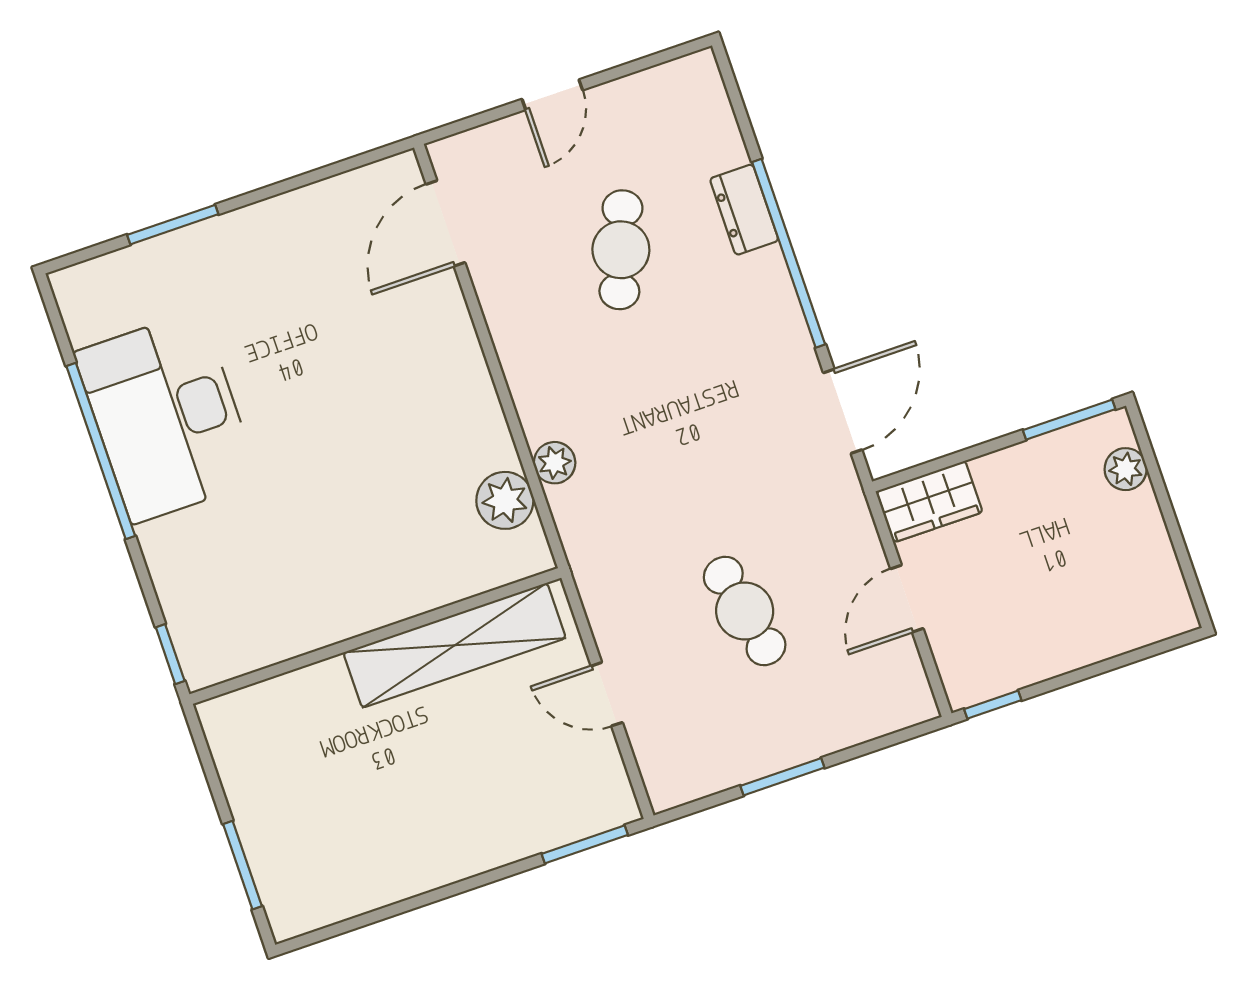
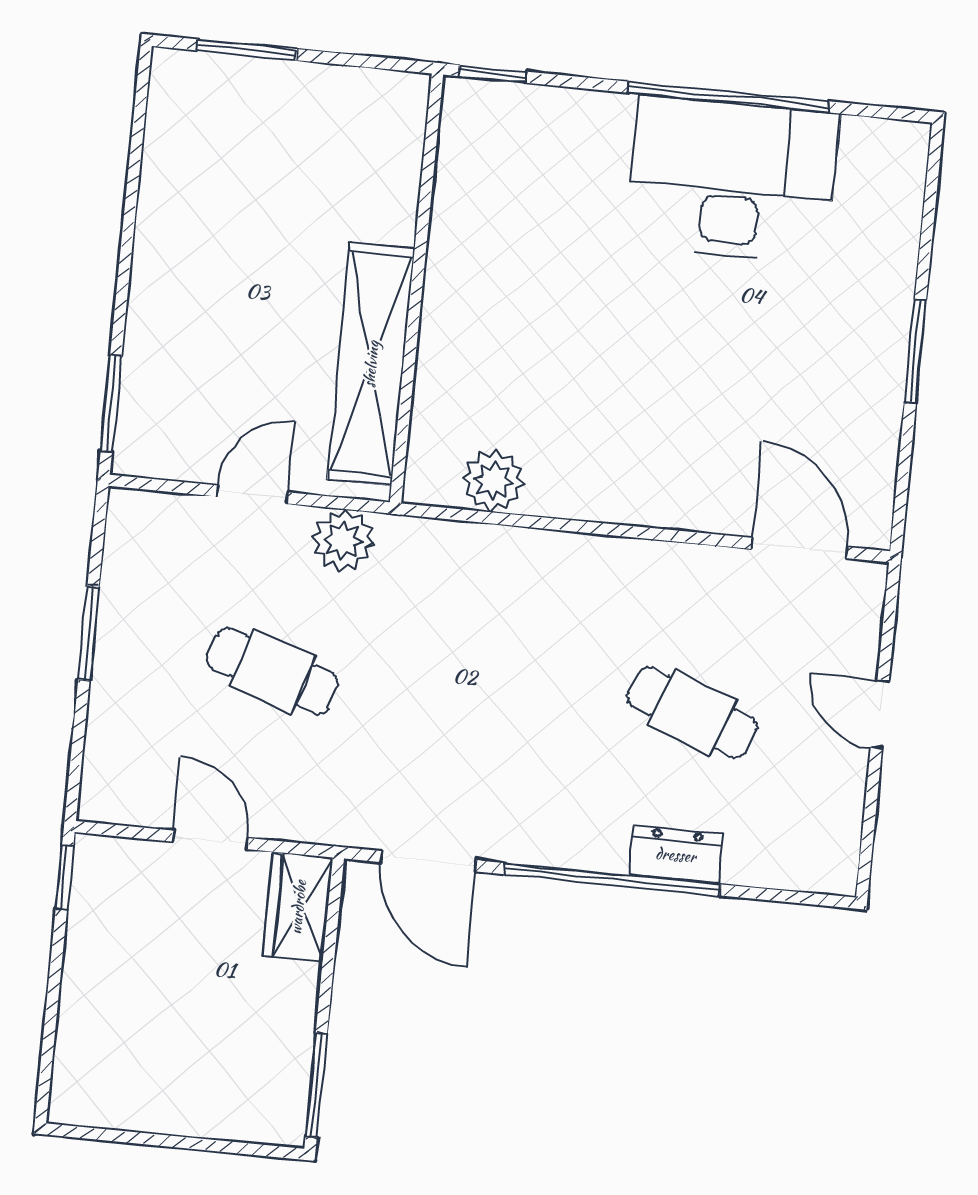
window: (173, 225) -> (915, 351), moved
plant: (555, 463) -> (343, 540), moved, width x1.38, depth x1.38
plant: (1126, 469) -> (241, 1119), removed
cafe table: (745, 611) -> (272, 671), turned 30

